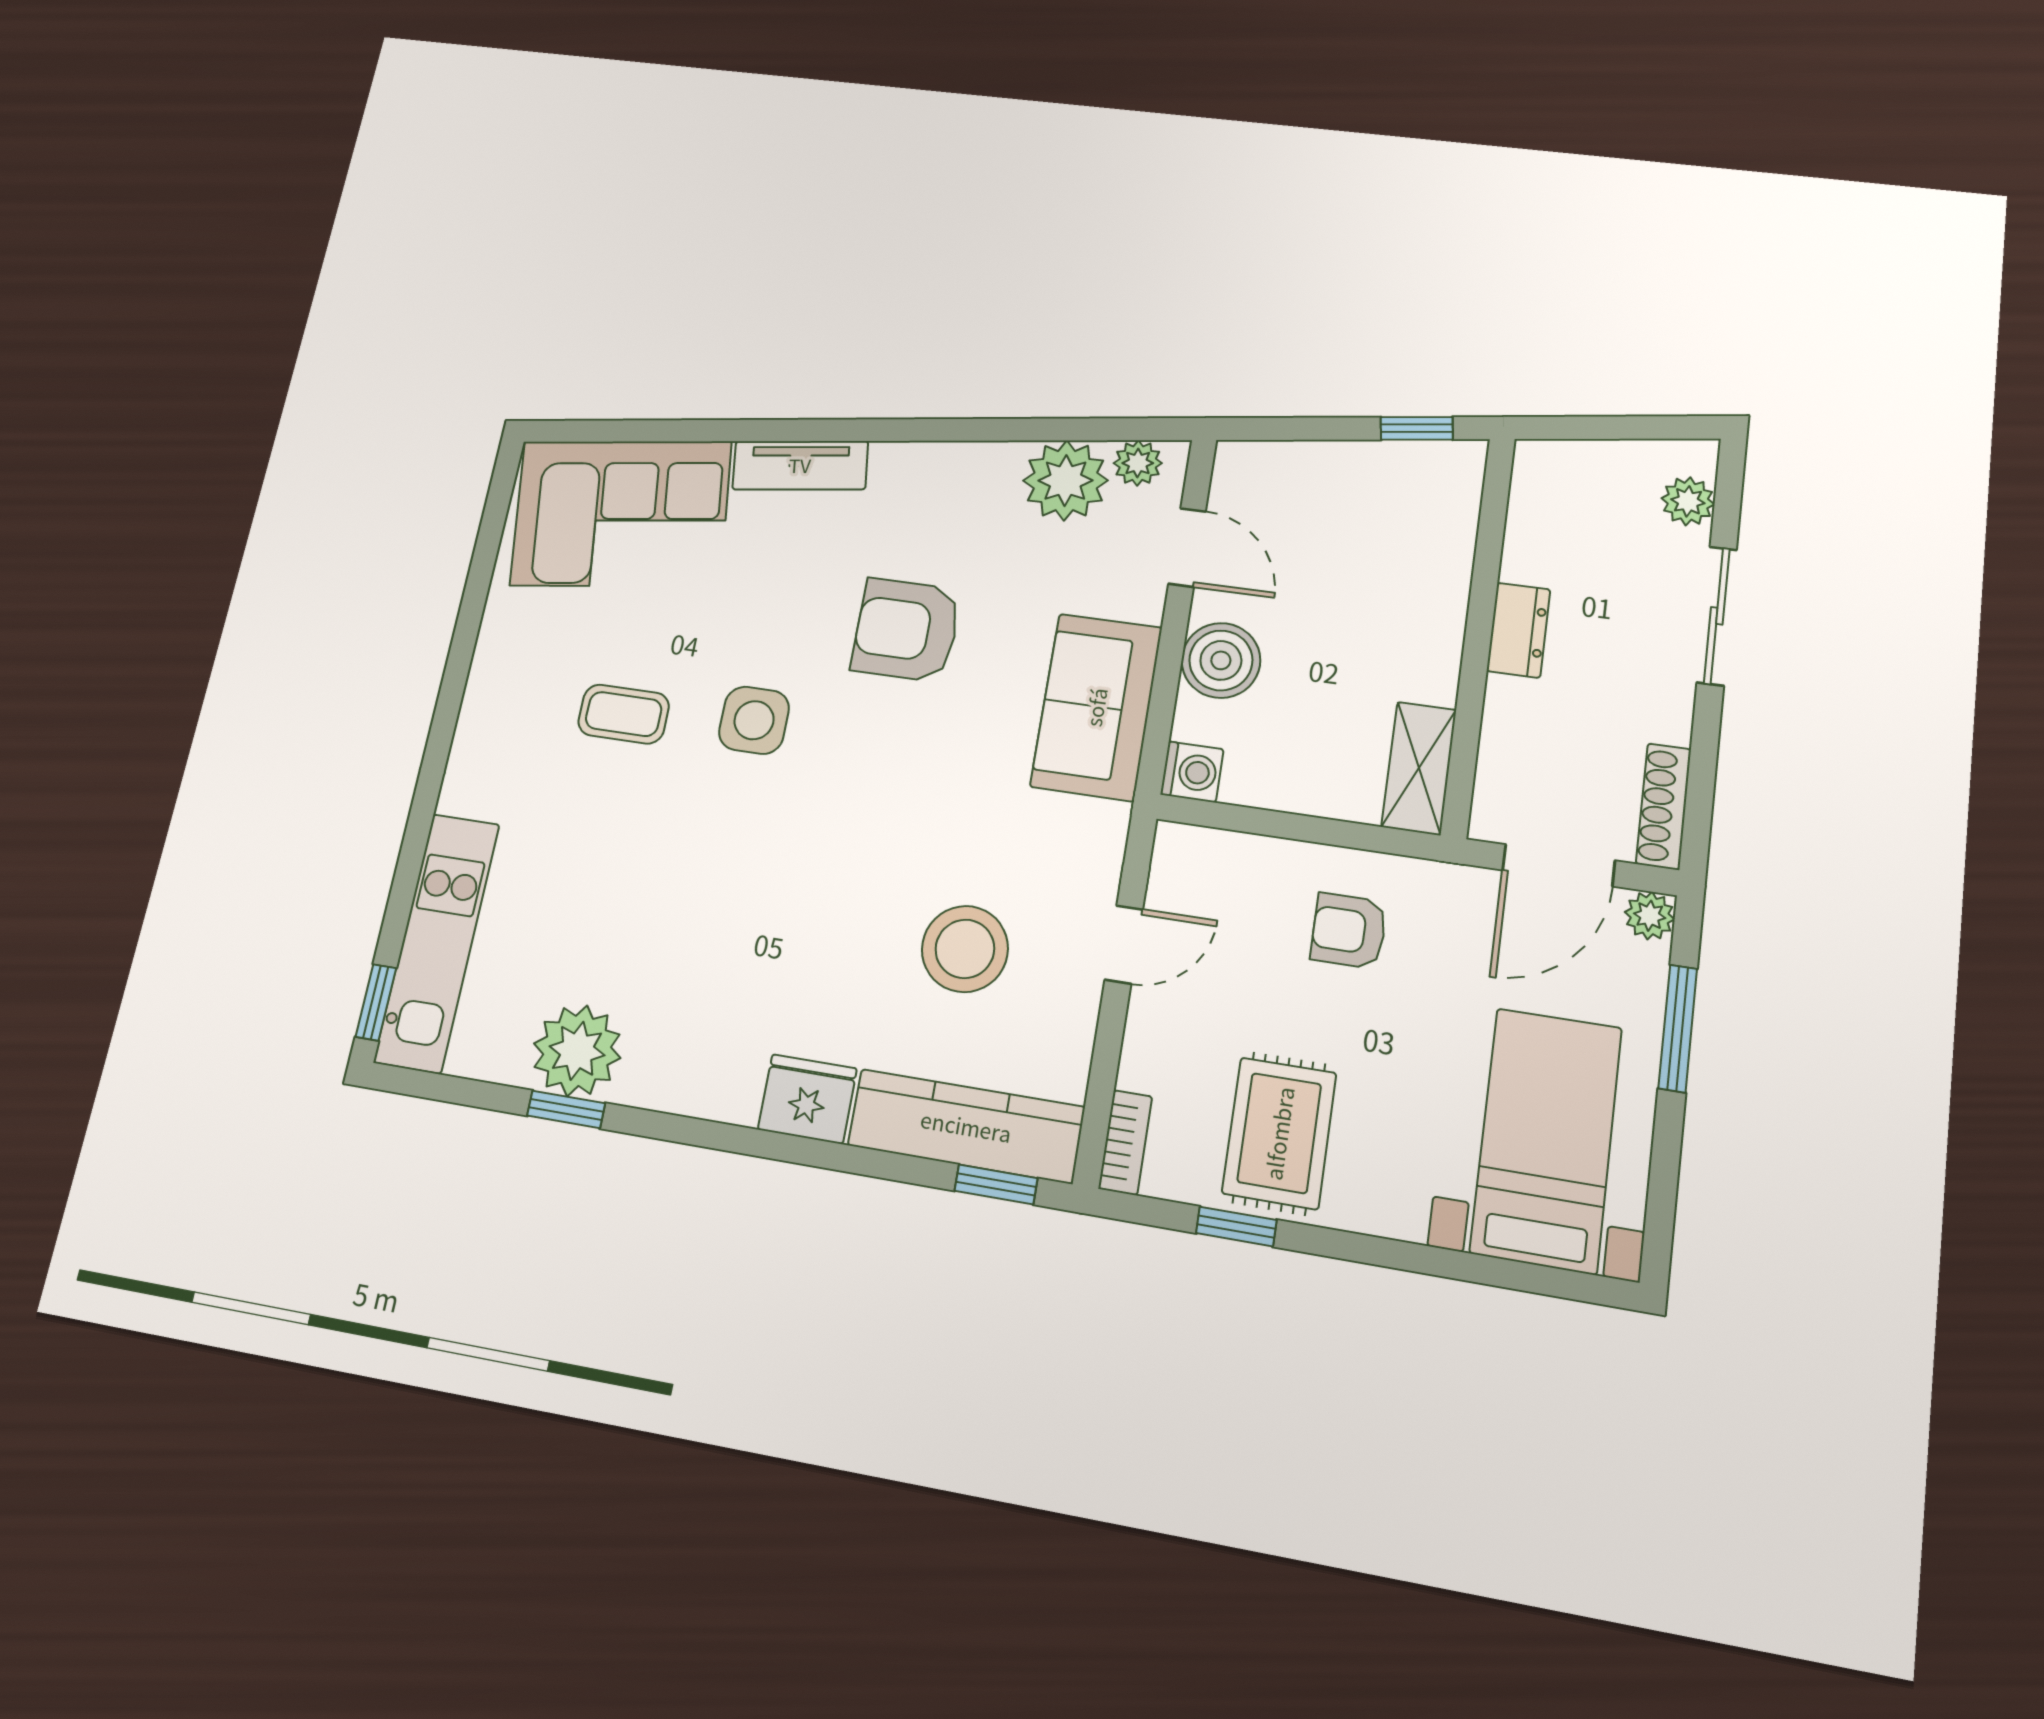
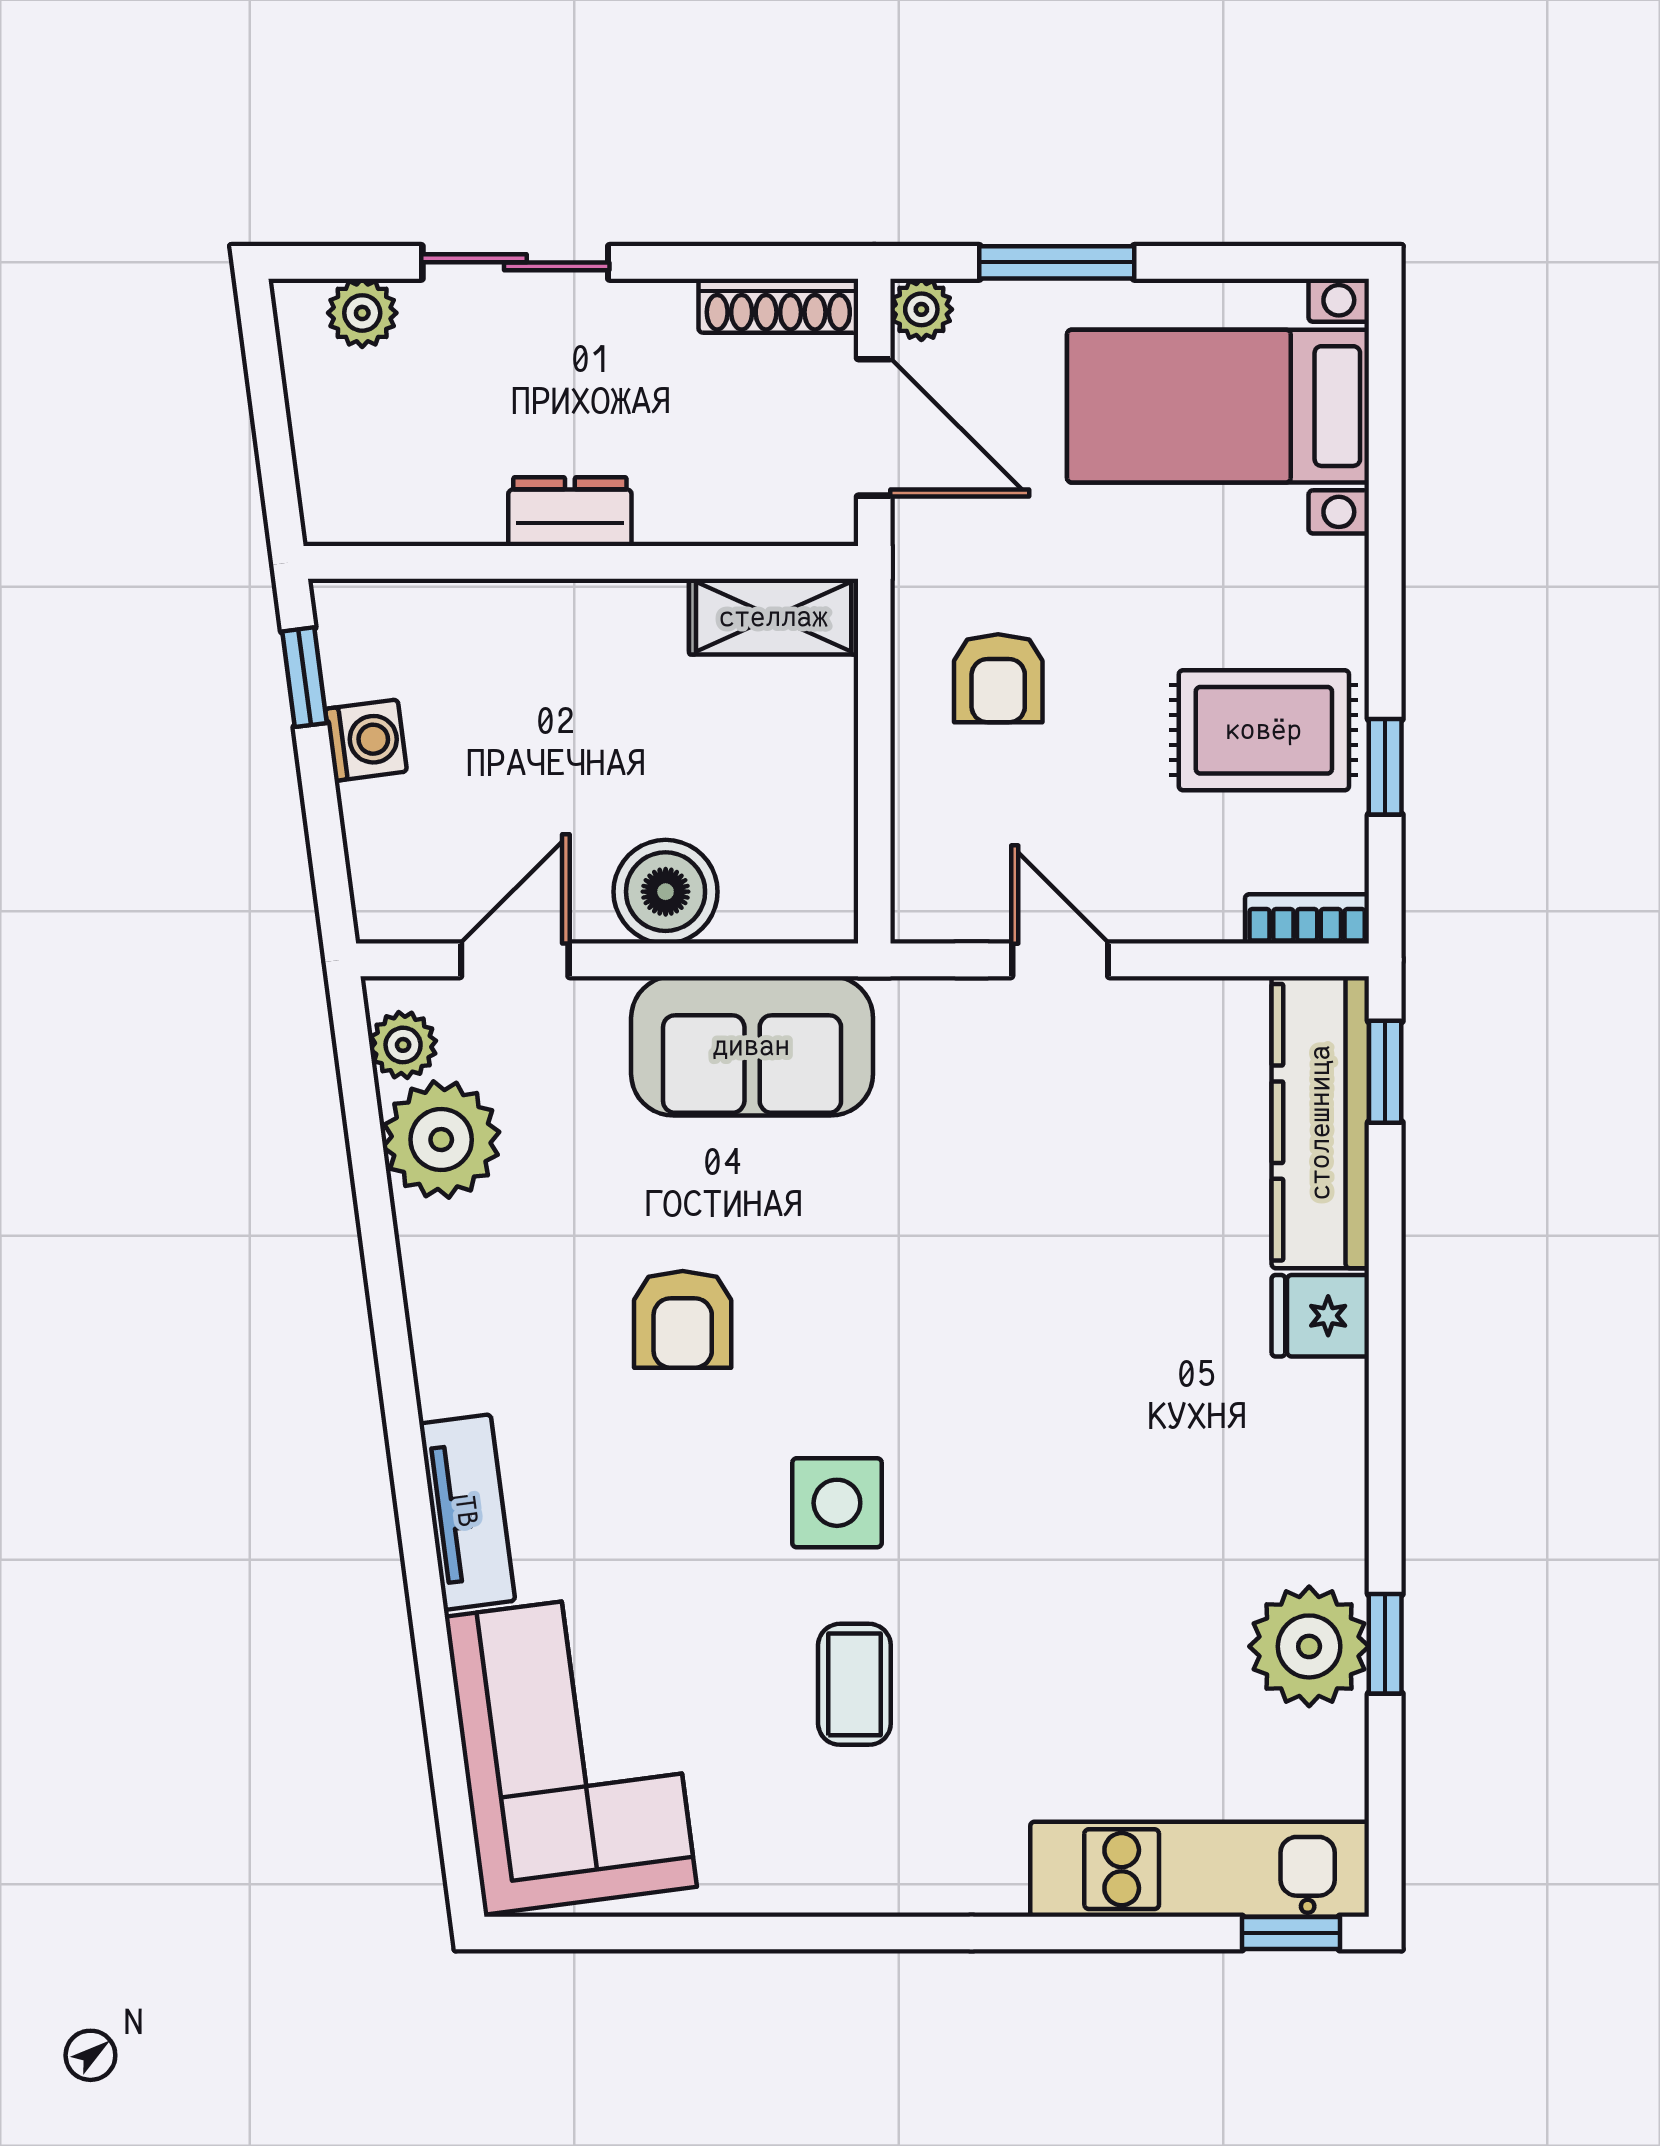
armchair: (906, 630) -> (683, 1319), width x0.72, depth x0.72
washing machine: (1192, 772) -> (366, 740), moved, turned 82
stool: (965, 949) -> (1098, 1163), removed
fridge: (807, 1099) -> (1320, 1316), width x0.72

